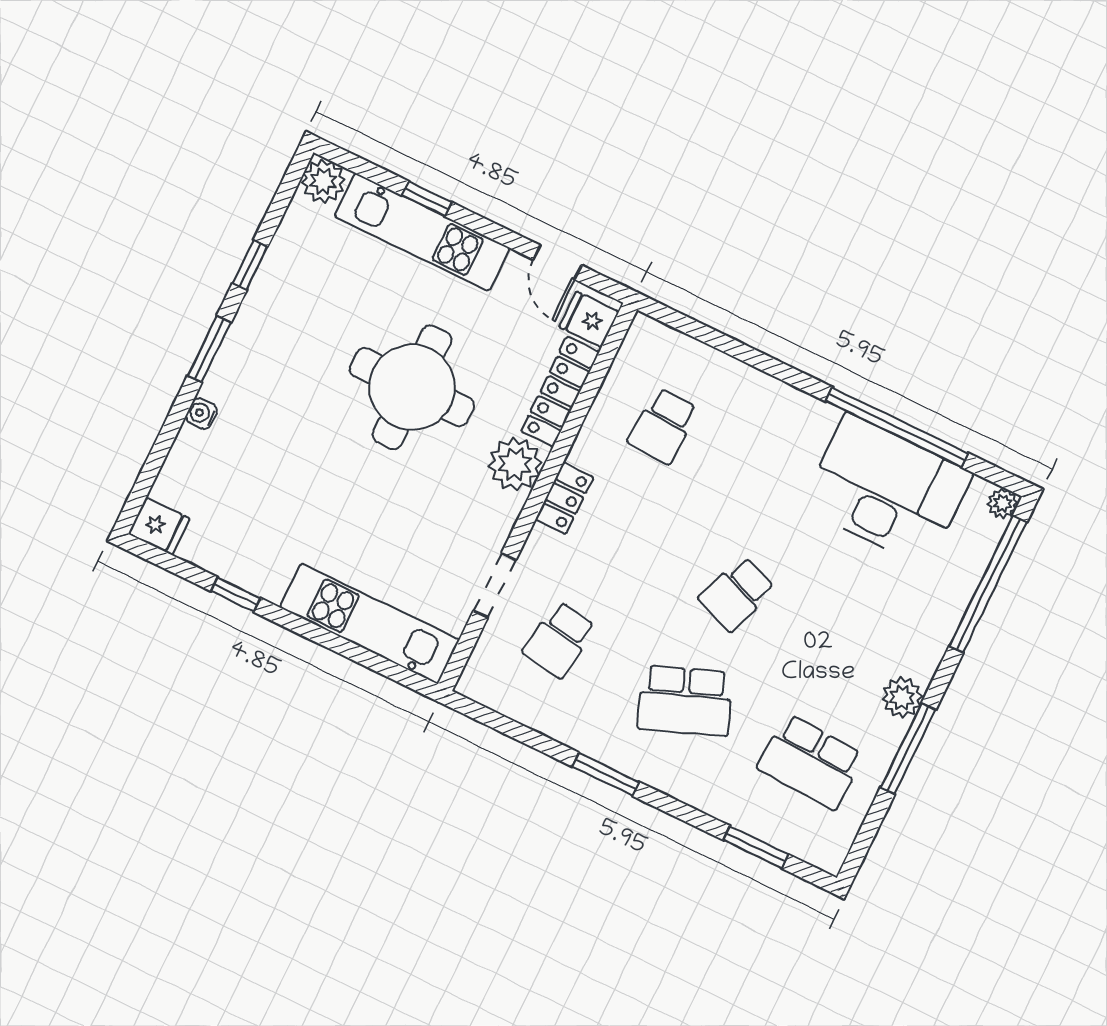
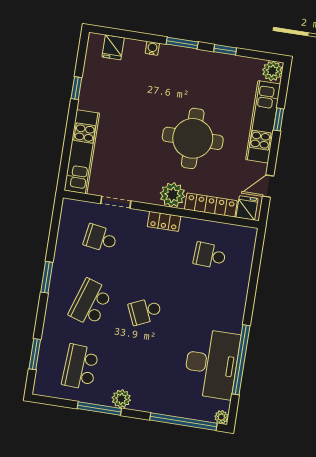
fridge: (159, 526) -> (113, 47), moved
school desk: (737, 594) -> (145, 311), turned -45
school desk: (685, 701) -> (90, 303), turned 39

